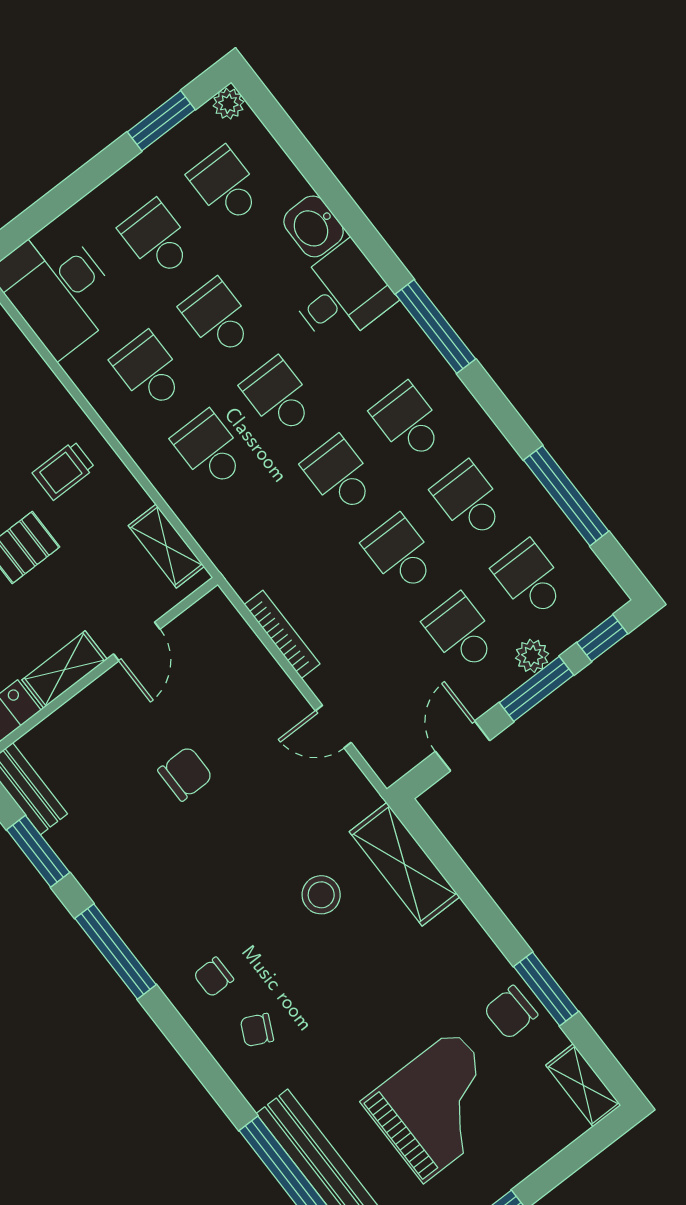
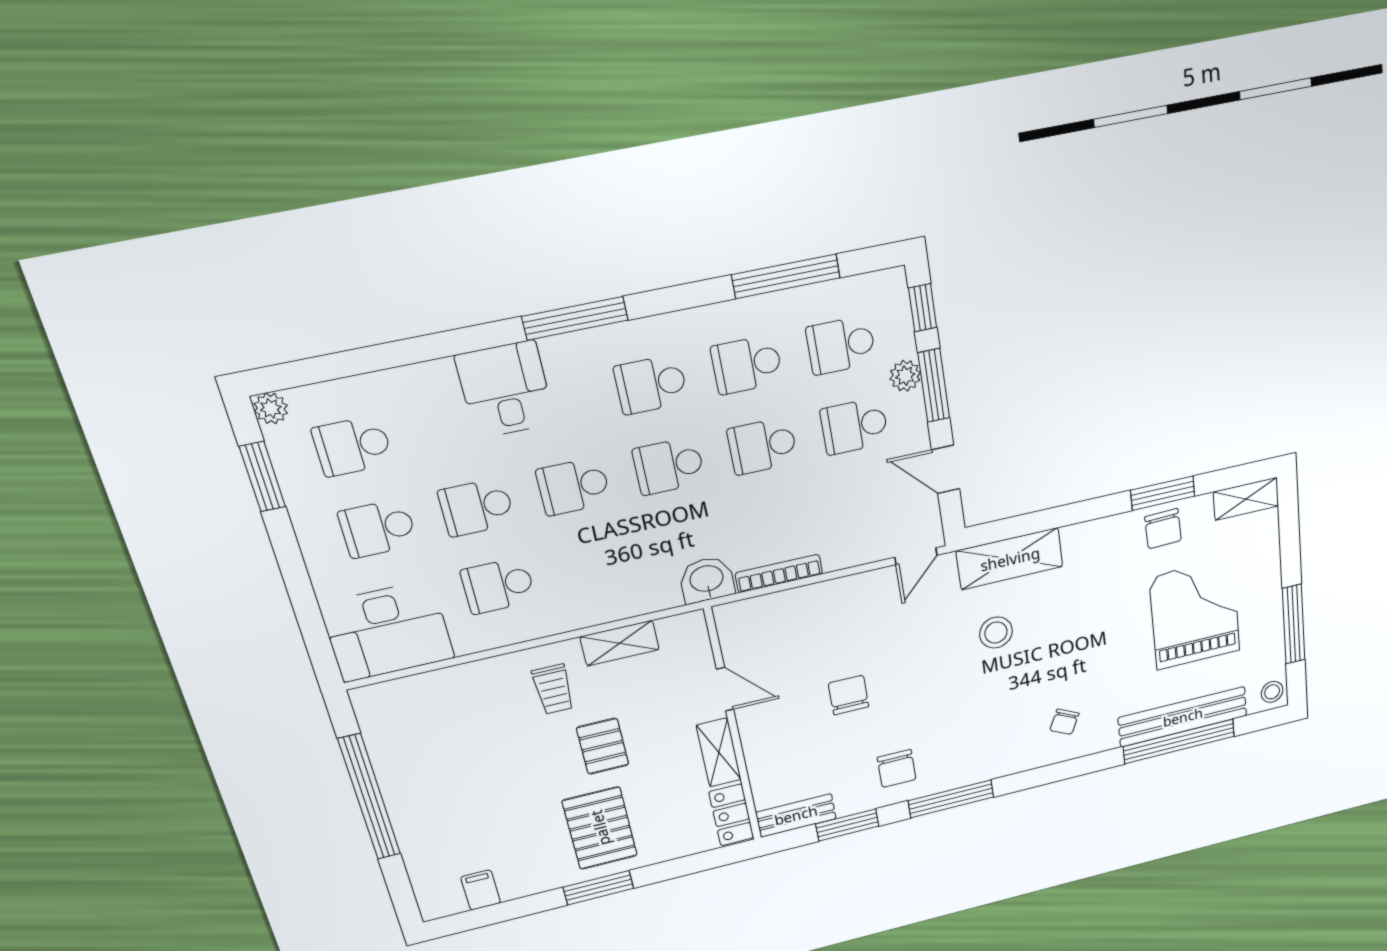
washbasin: (314, 226) -> (707, 580), moved, turned 180
school desk: (210, 450) -> (593, 565), removed
shelving: (166, 546) -> (620, 643), moved
door: (333, 727) -> (916, 556), moved
chair: (214, 977) -> (897, 768), moved, width x1.37, depth x1.37

